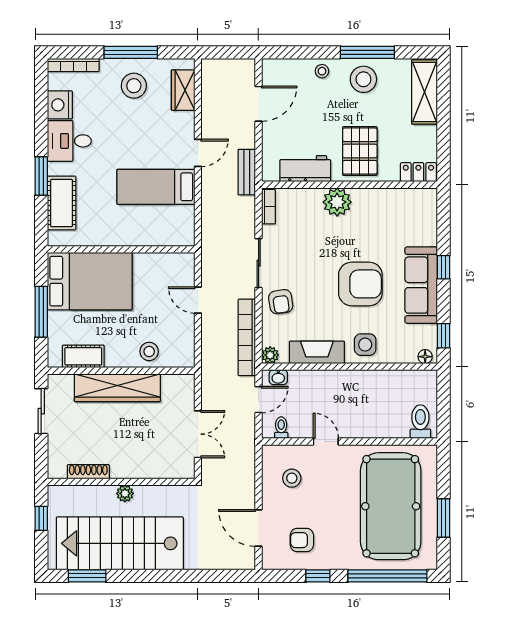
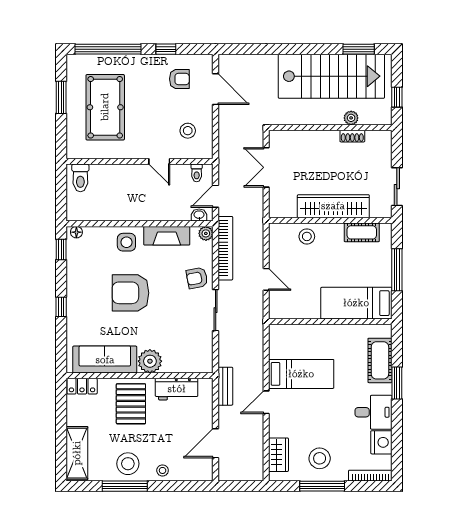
bookcase: (268, 207) -> (207, 357), removed
bed: (90, 281) -> (356, 303), width x0.67
sofa: (421, 285) -> (105, 360), moved, turned -90
armchair: (281, 302) -> (197, 278), turned -92
shoe rack: (88, 472) -> (352, 136), width x0.70
plant: (125, 493) -> (351, 118), moved
pool table: (391, 506) -> (105, 107), width x0.73, depth x0.76

